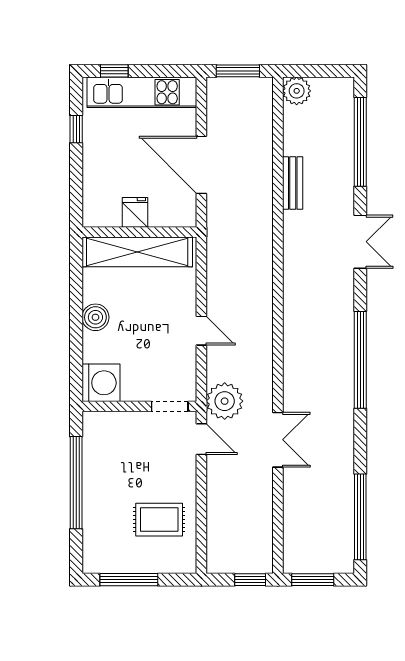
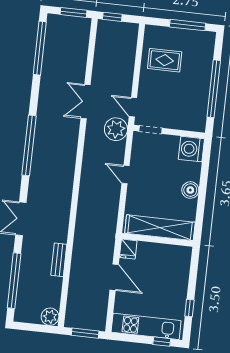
door: (201, 165) -> (114, 277), width x0.73
fridge: (135, 212) -> (128, 249), moved

